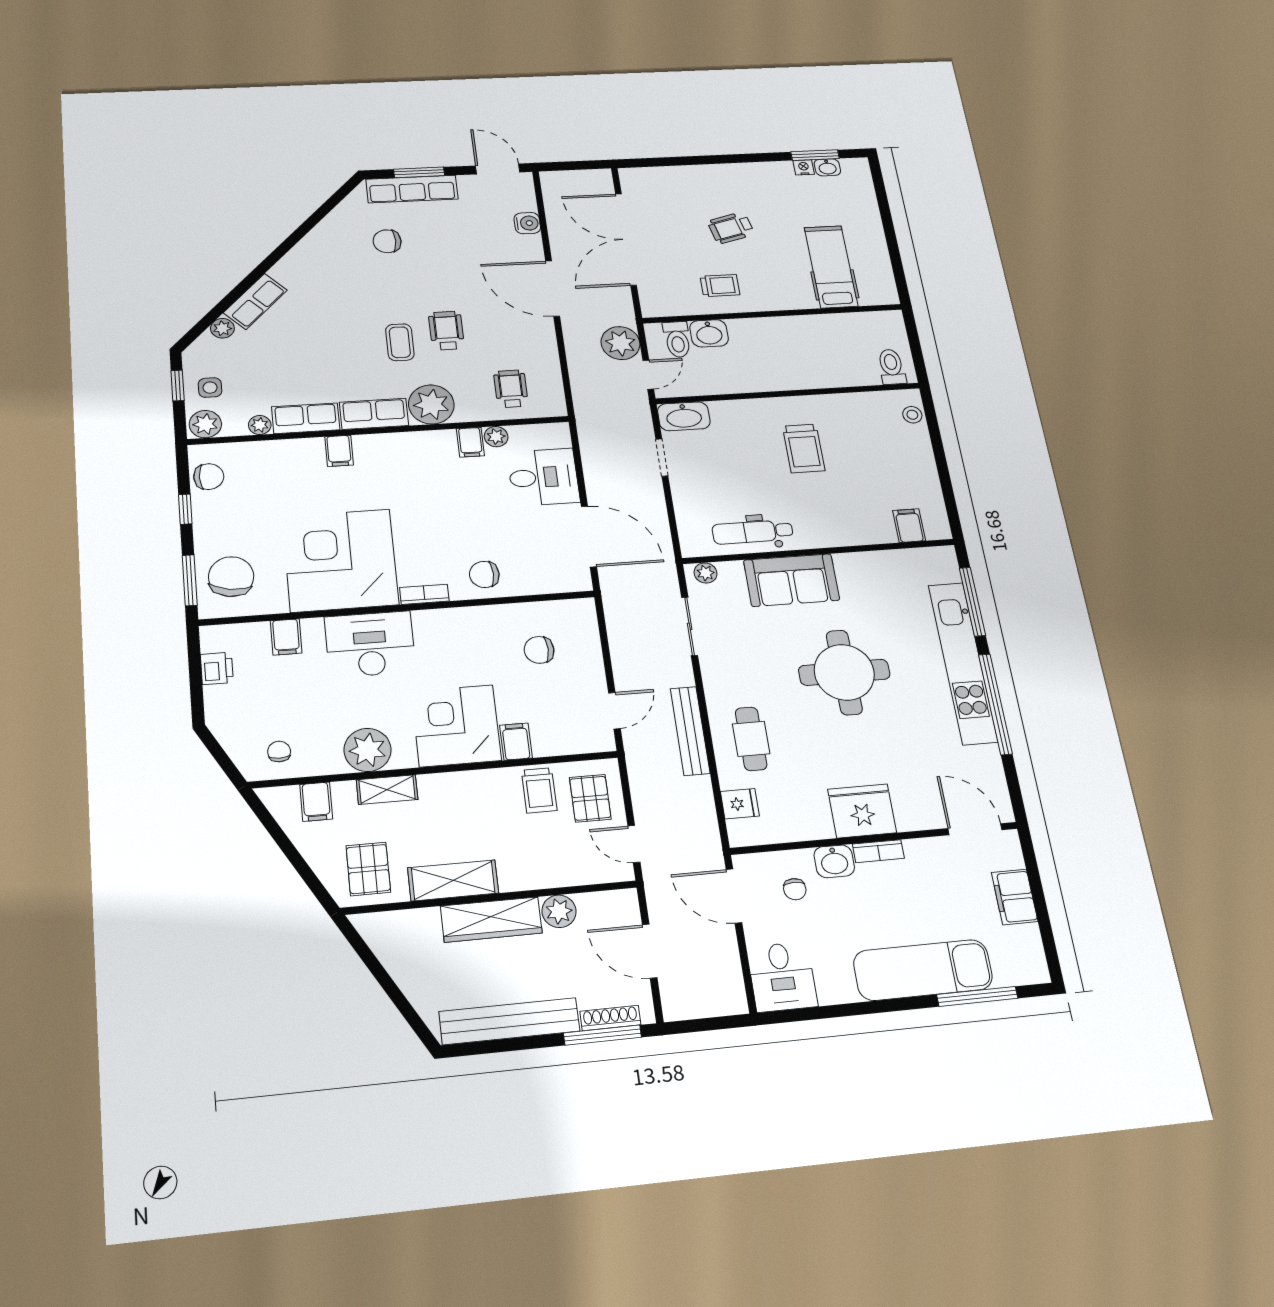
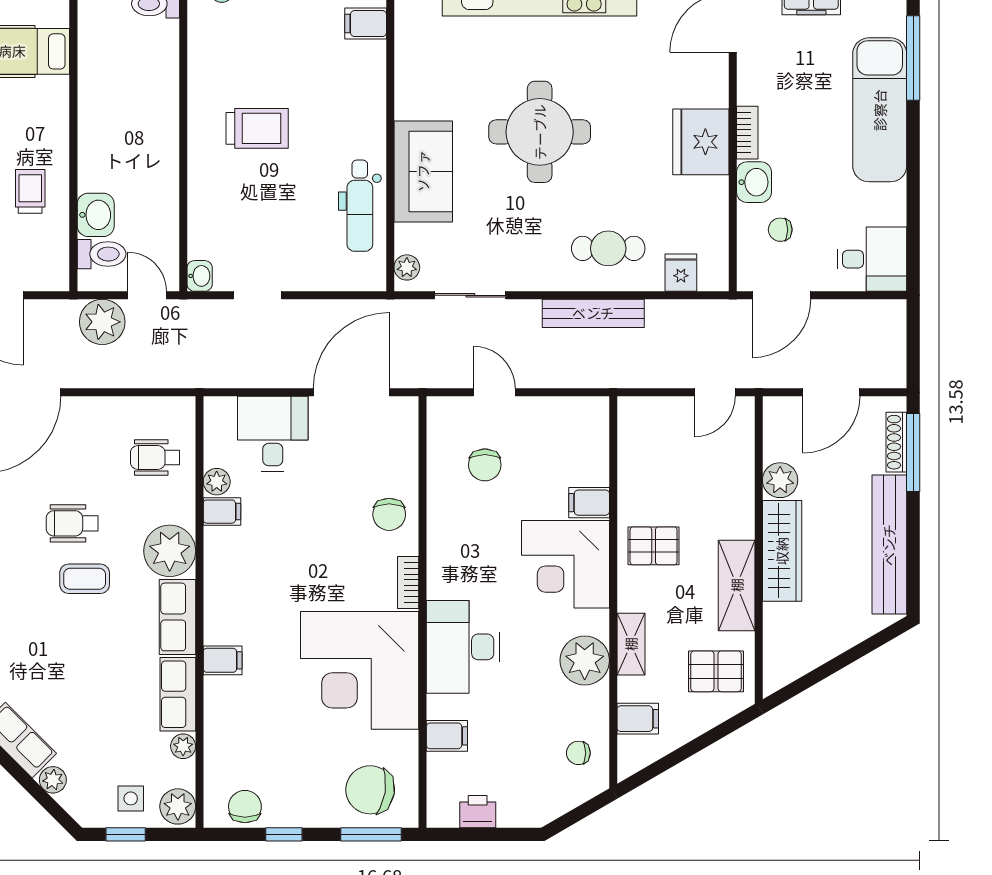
washbasin: (684, 416) -> (200, 276), width x0.52, depth x0.69
door: (614, 711) -> (494, 392), moved
trolley: (539, 790) -> (646, 485), removed
pallet: (590, 798) -> (654, 546), moved
chair: (795, 889) -> (780, 230), turned 180

